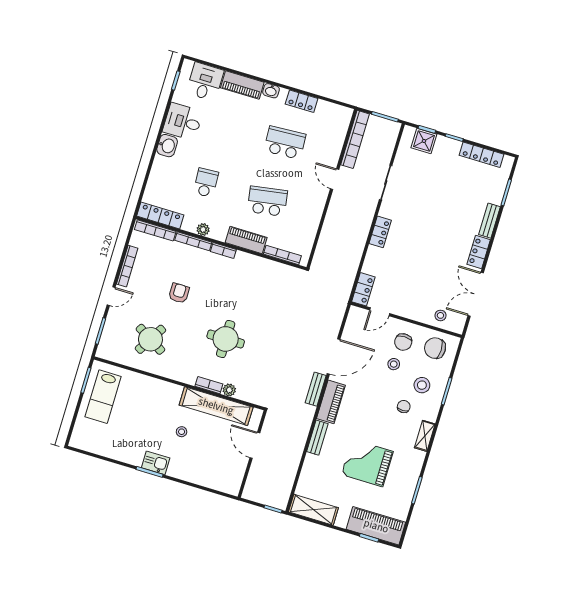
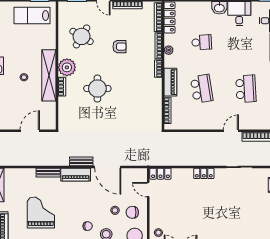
plant: (229, 390) -> (67, 67), moved, width x1.88, depth x1.88
shelving: (216, 406) -> (49, 75), moved

